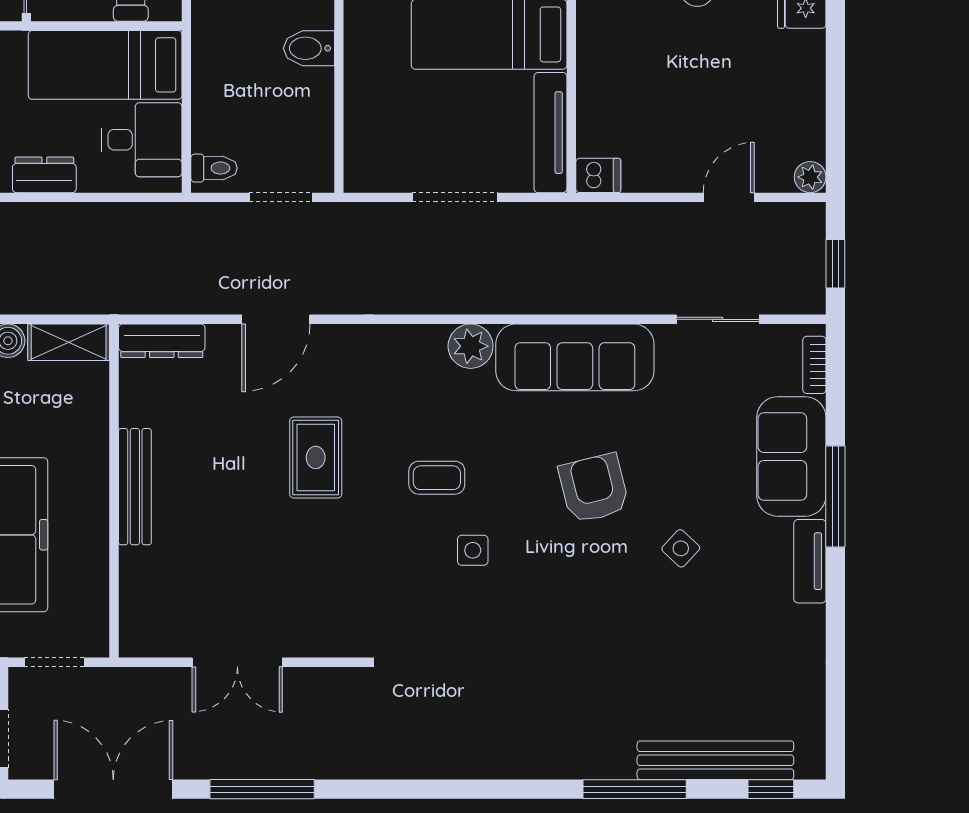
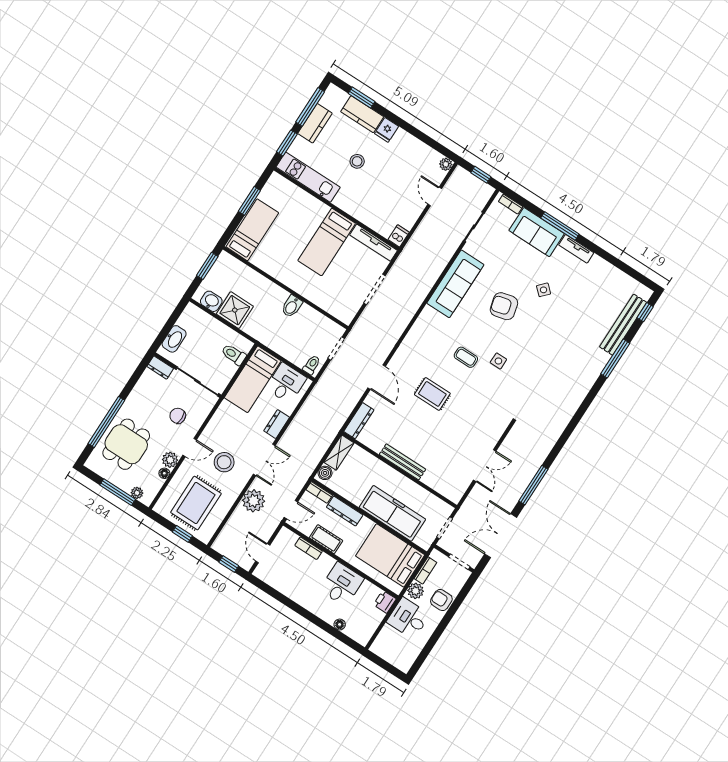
plant: (471, 346) -> (429, 317), removed
coffee table: (437, 478) -> (466, 357), turned 90

